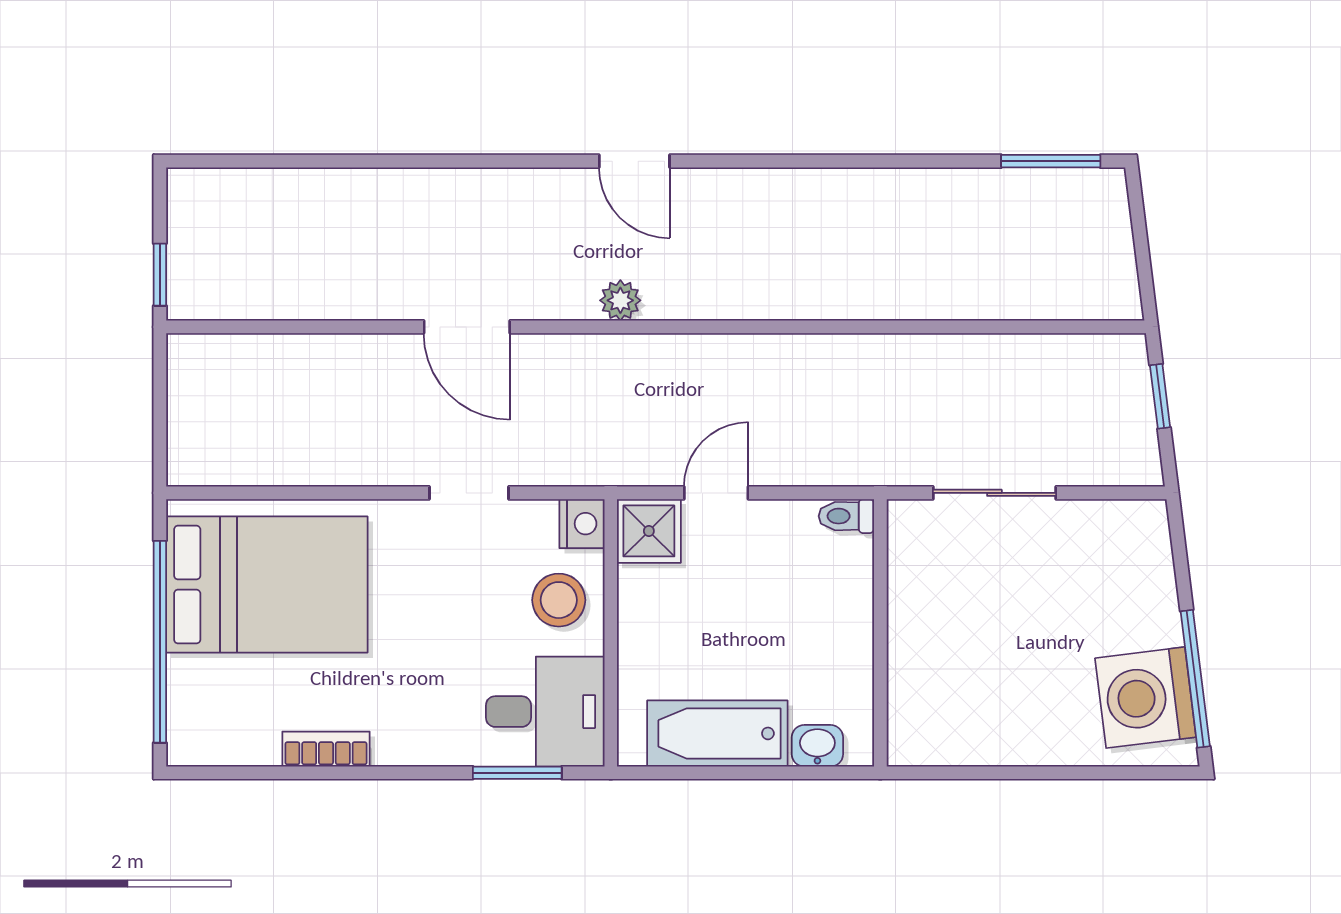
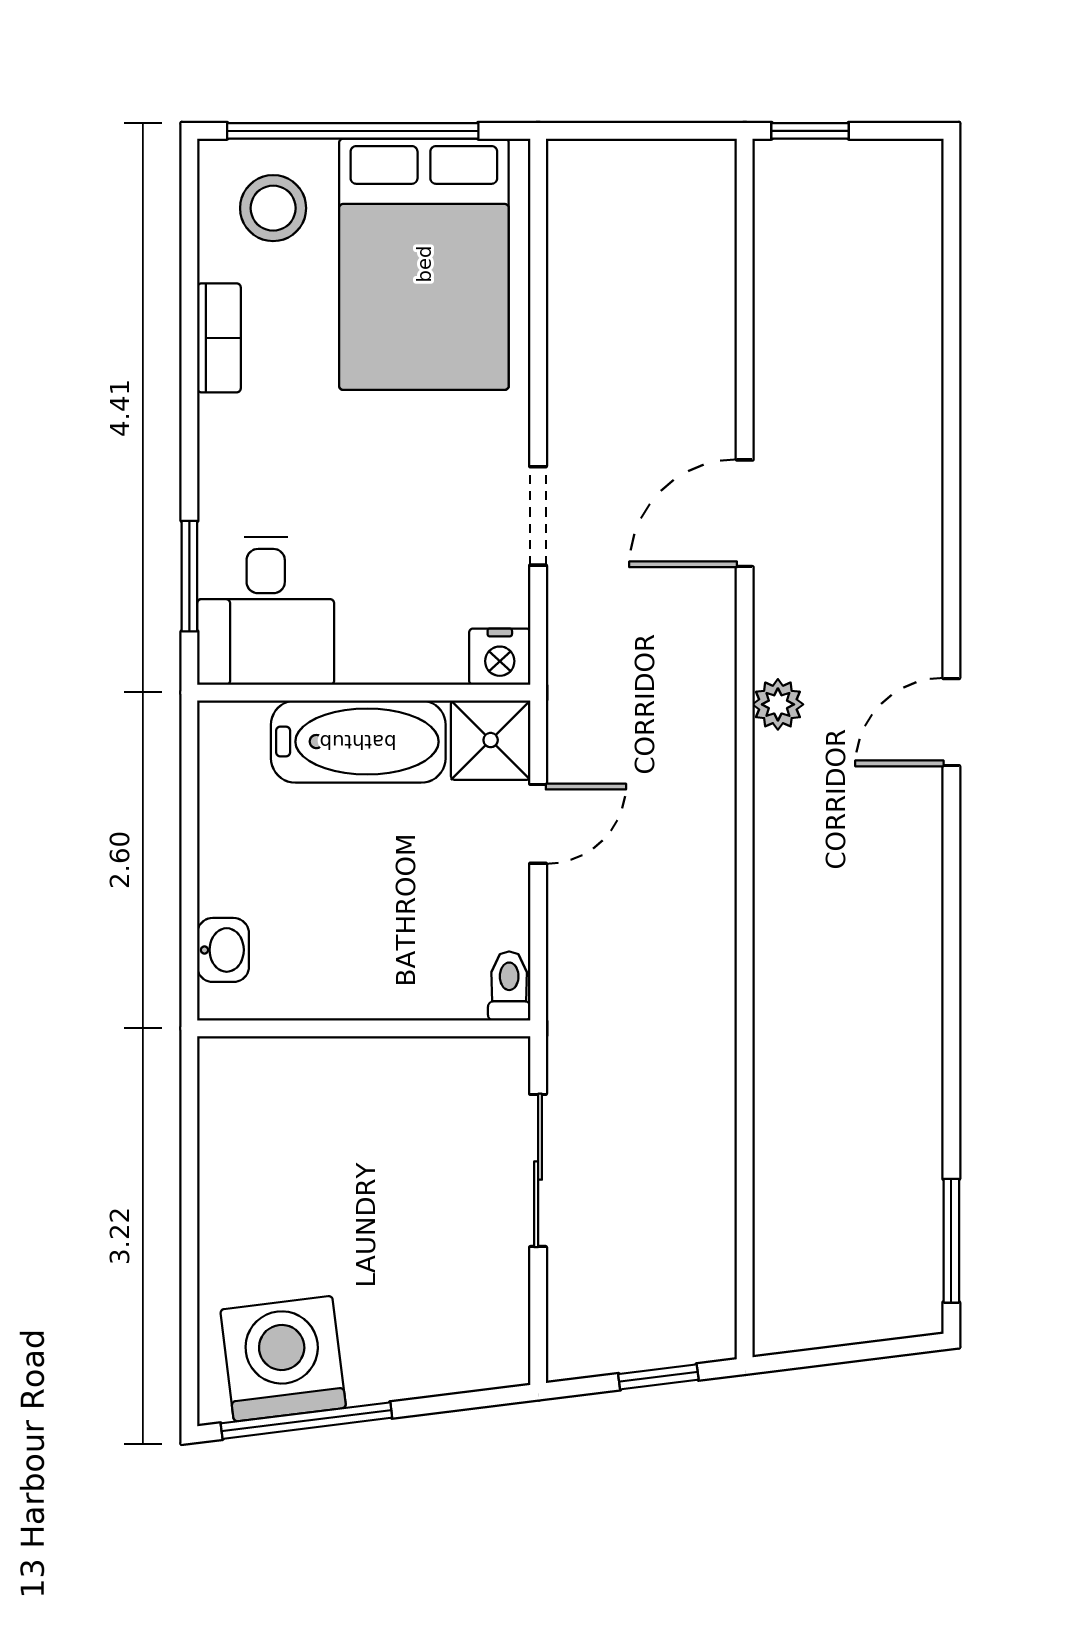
door: (716, 493) -> (538, 824), hinge flipped
stool: (559, 600) -> (273, 208), moved
bathtub: (717, 733) -> (358, 742), moved, turned 90

